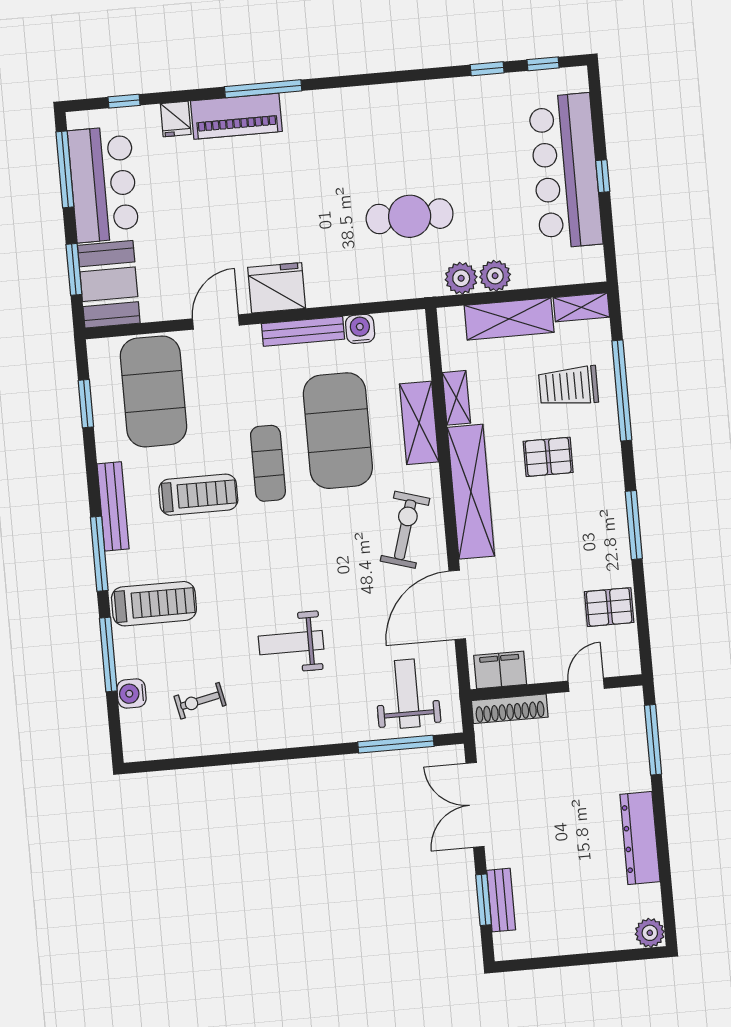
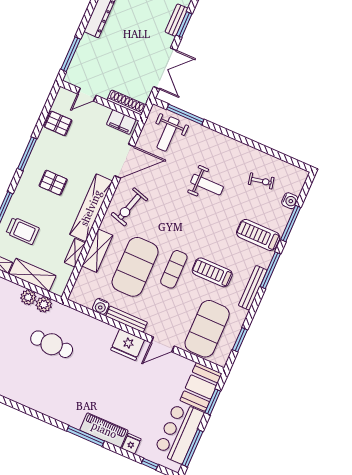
pallet: (548, 457) -> (53, 183), moved

